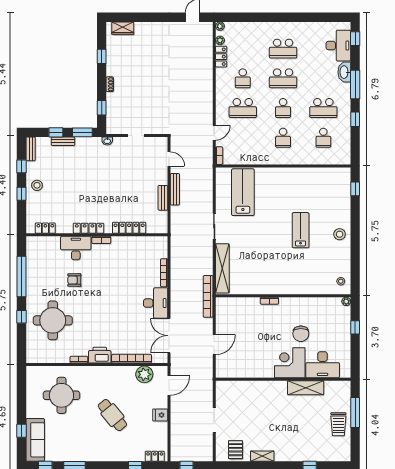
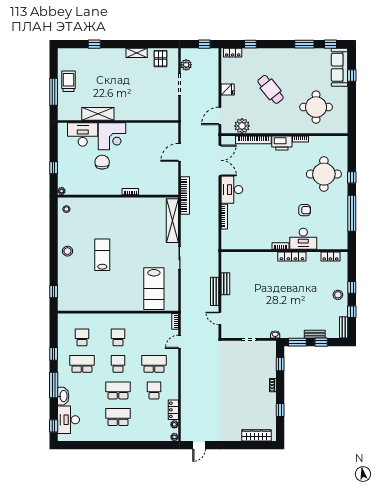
wardrobe: (123, 28) -> (256, 435), width x1.50
locker: (129, 228) -> (256, 257), removed
lab bench: (301, 230) -> (102, 255), turned 180
plant: (207, 443) -> (186, 65), added

